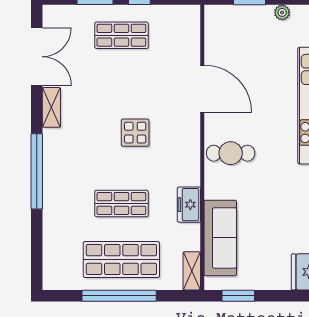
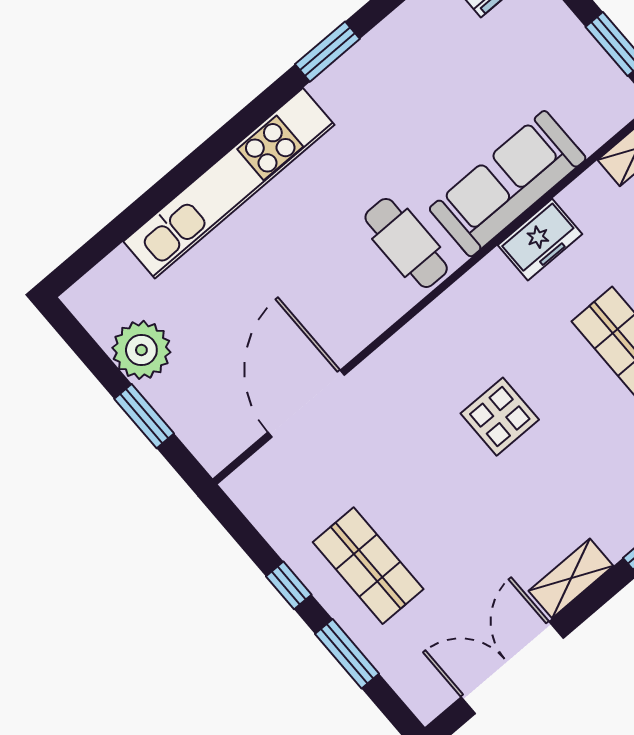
plant: (282, 12) -> (141, 350), width x1.87, depth x1.87
door: (202, 89) -> (306, 404), moved
sofa: (220, 238) -> (508, 184), moved

